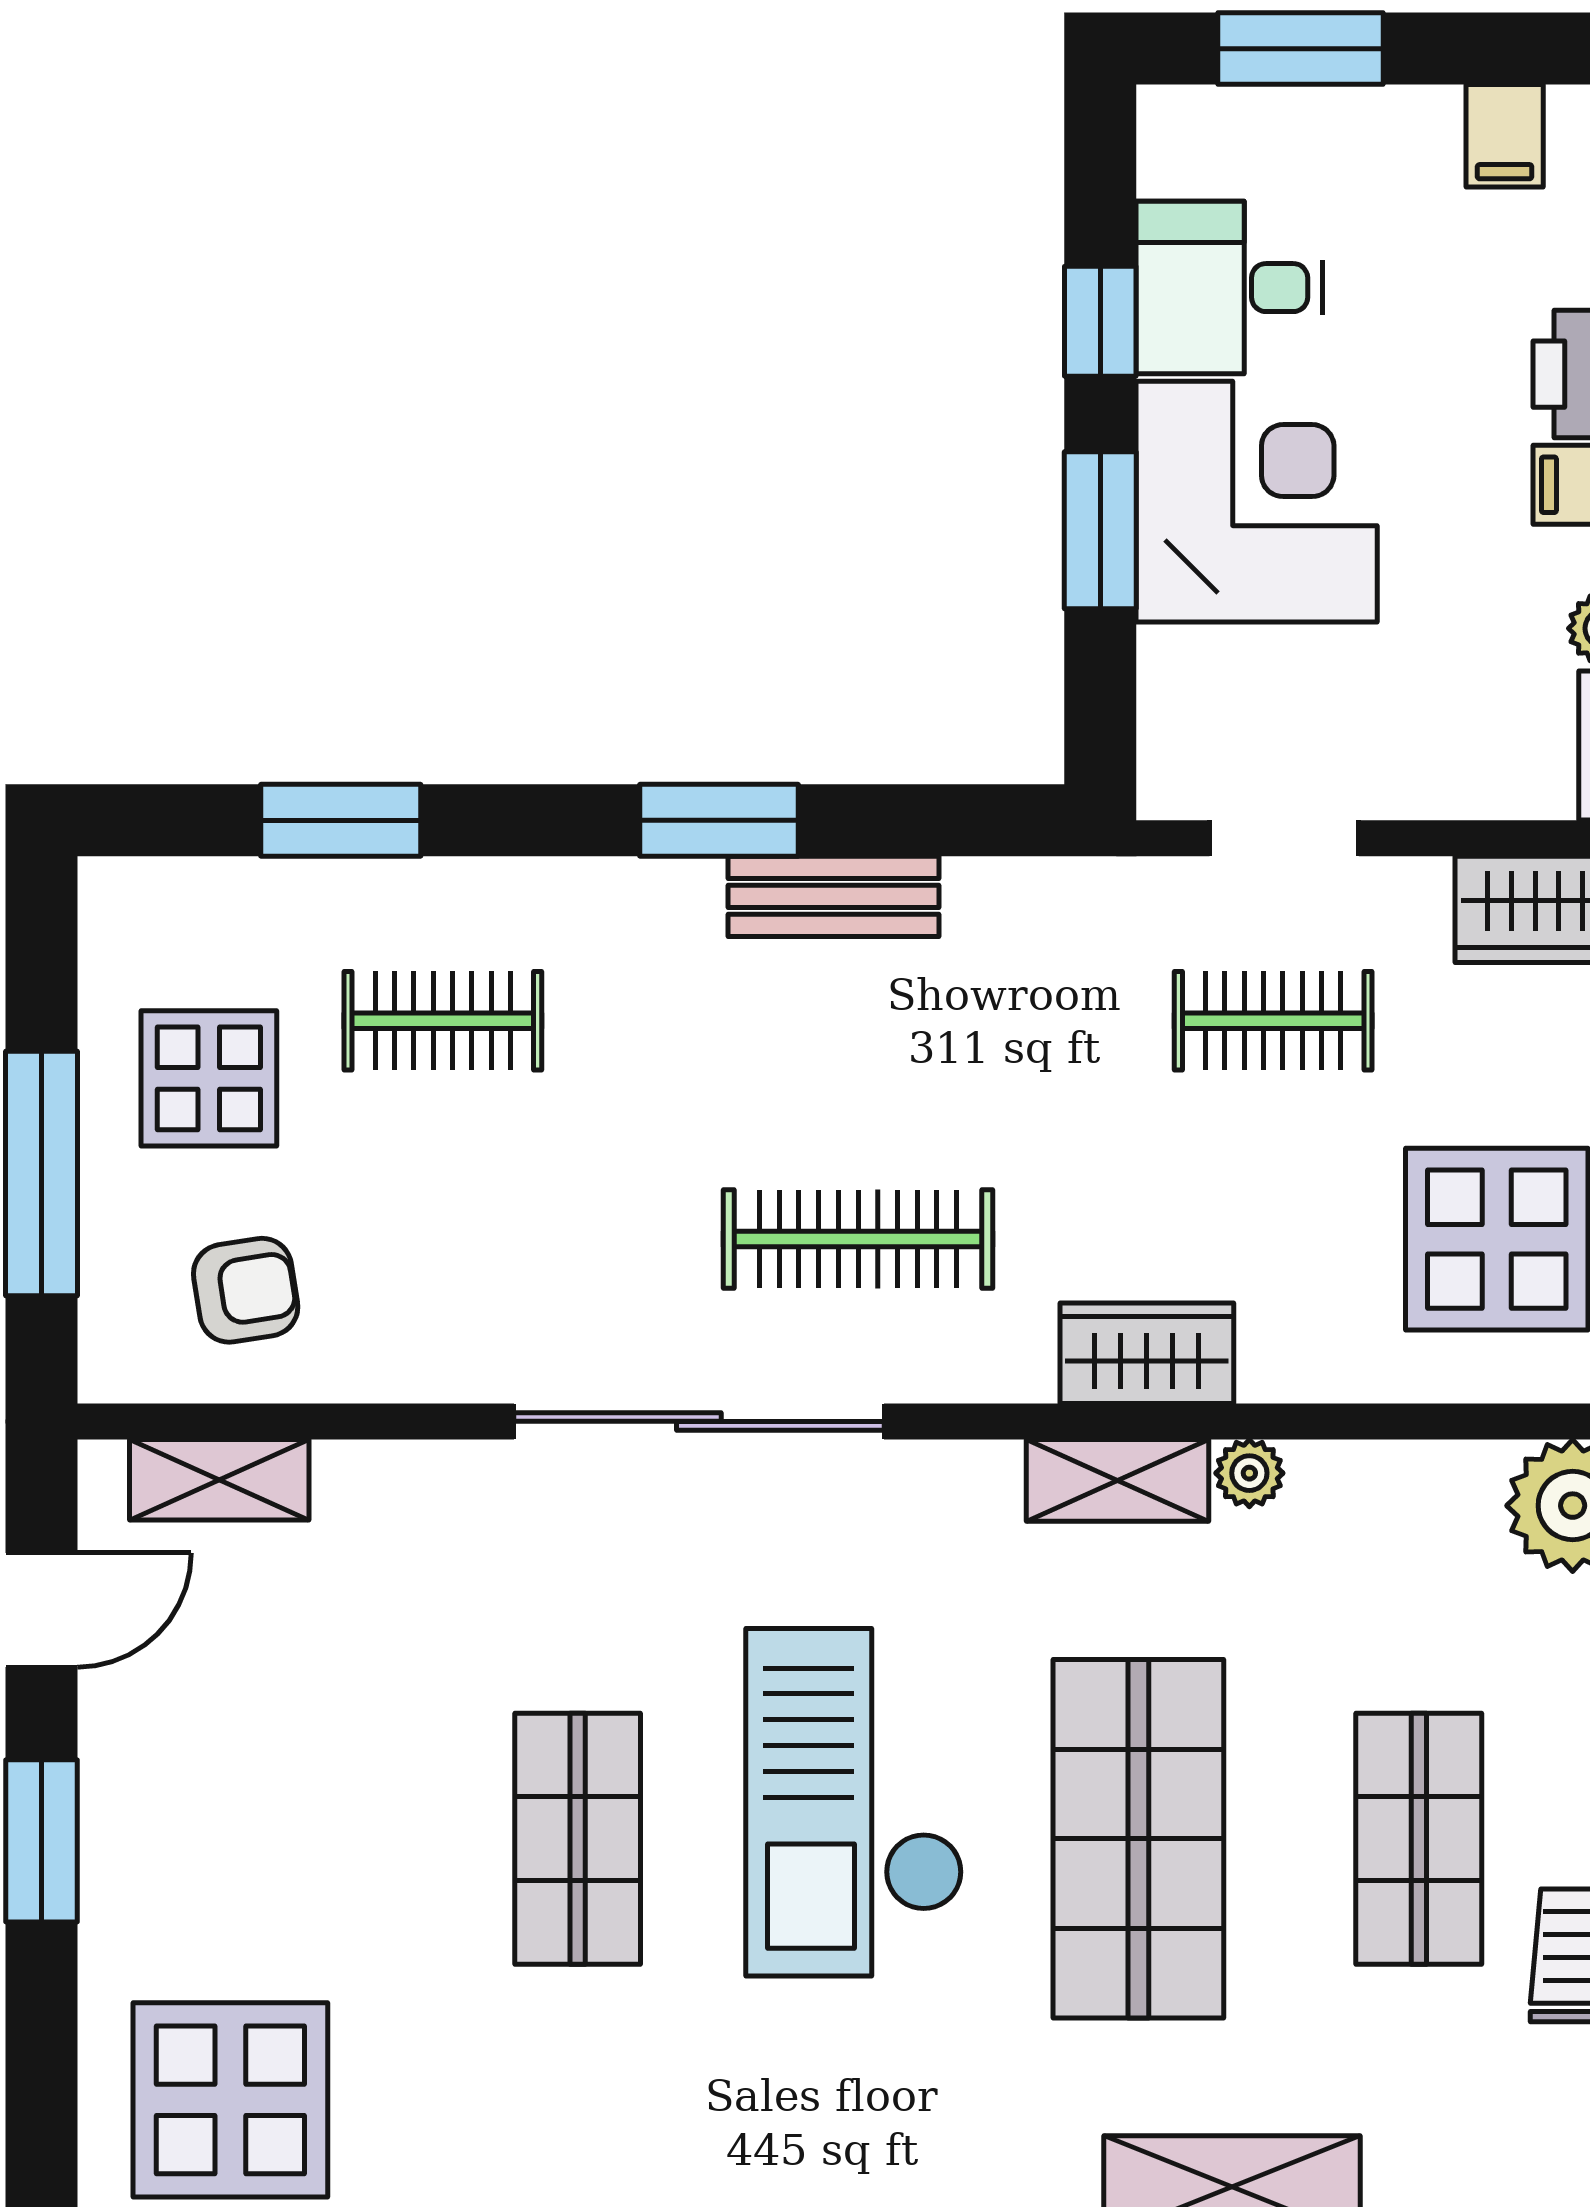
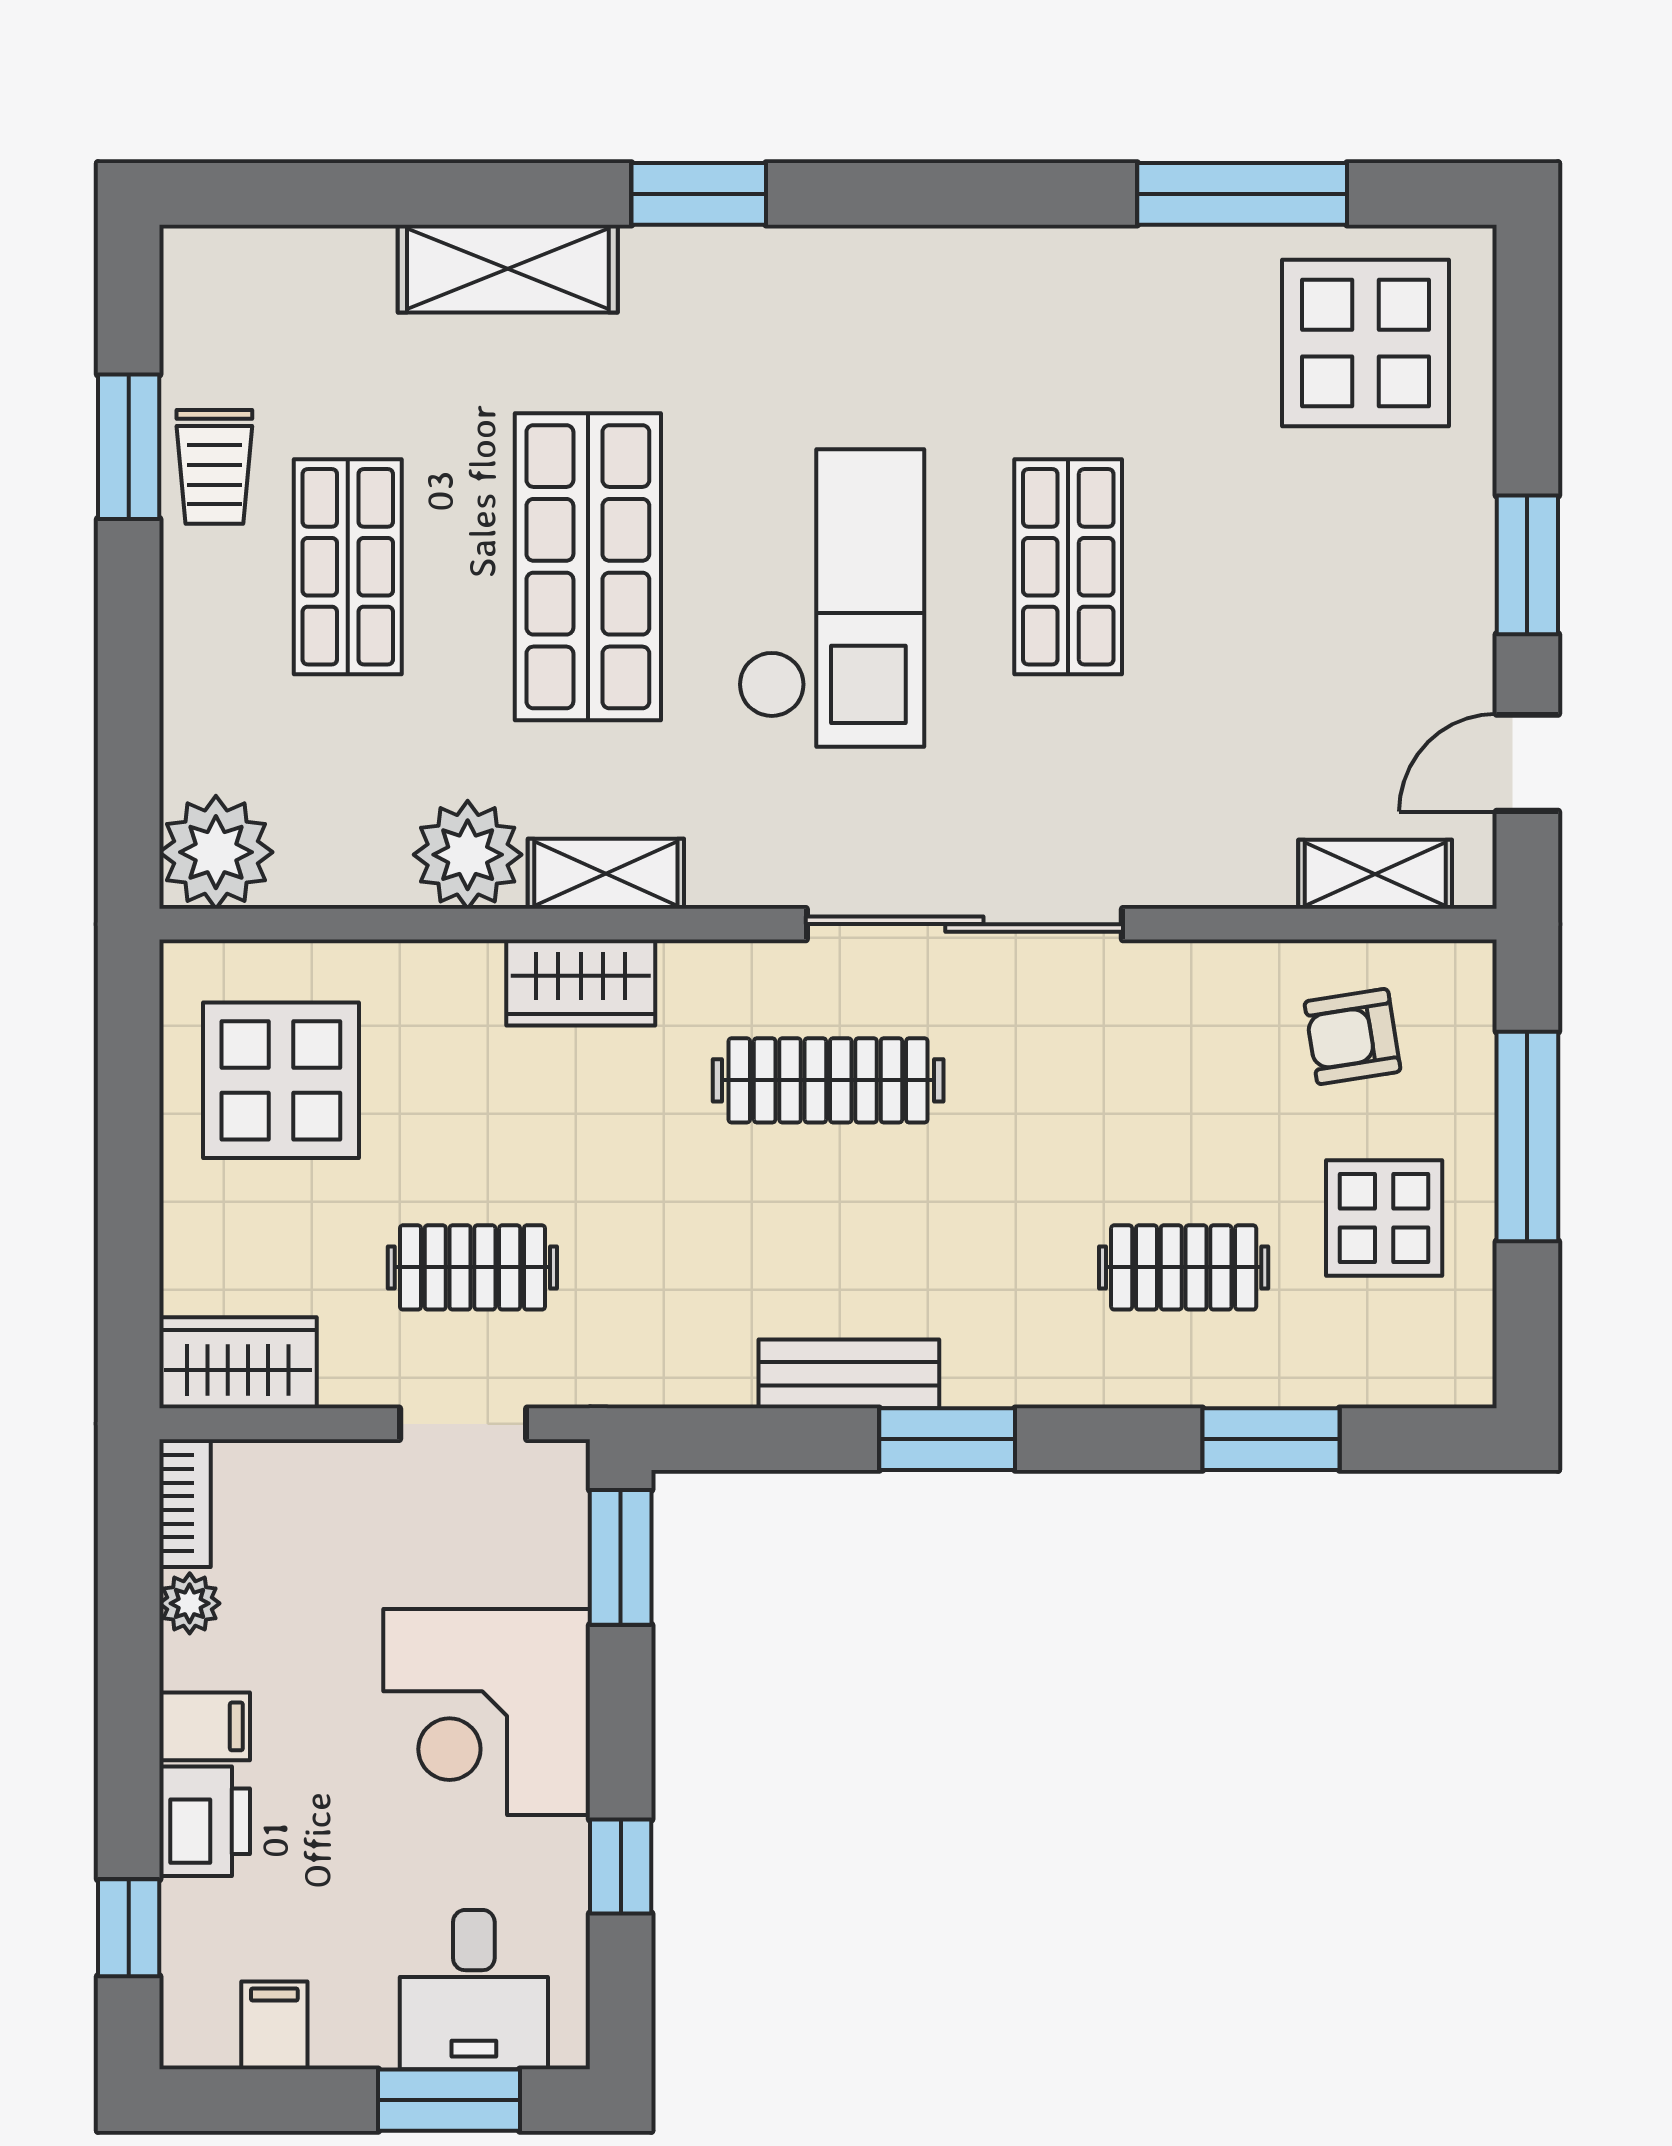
desk: (1229, 288) -> (474, 1990), moved, turned 90
window: (1100, 530) -> (621, 1557), moved
plant: (1249, 1473) -> (468, 855), width x1.88, depth x1.88

